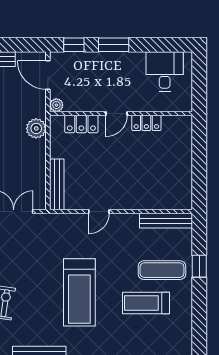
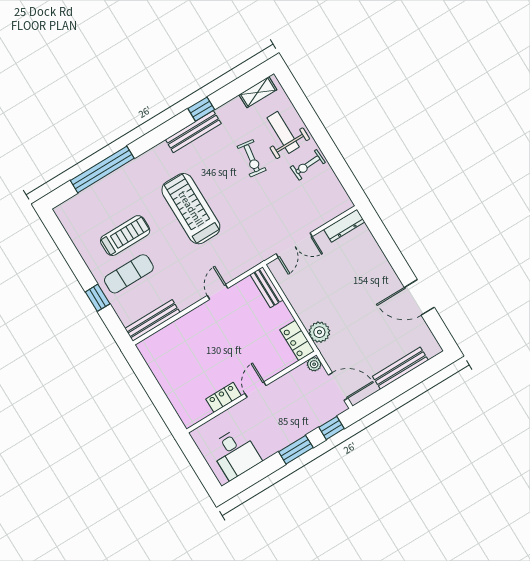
locker: (81, 124) -> (297, 341), moved, turned -90
bench: (57, 184) -> (267, 287), width x0.73

